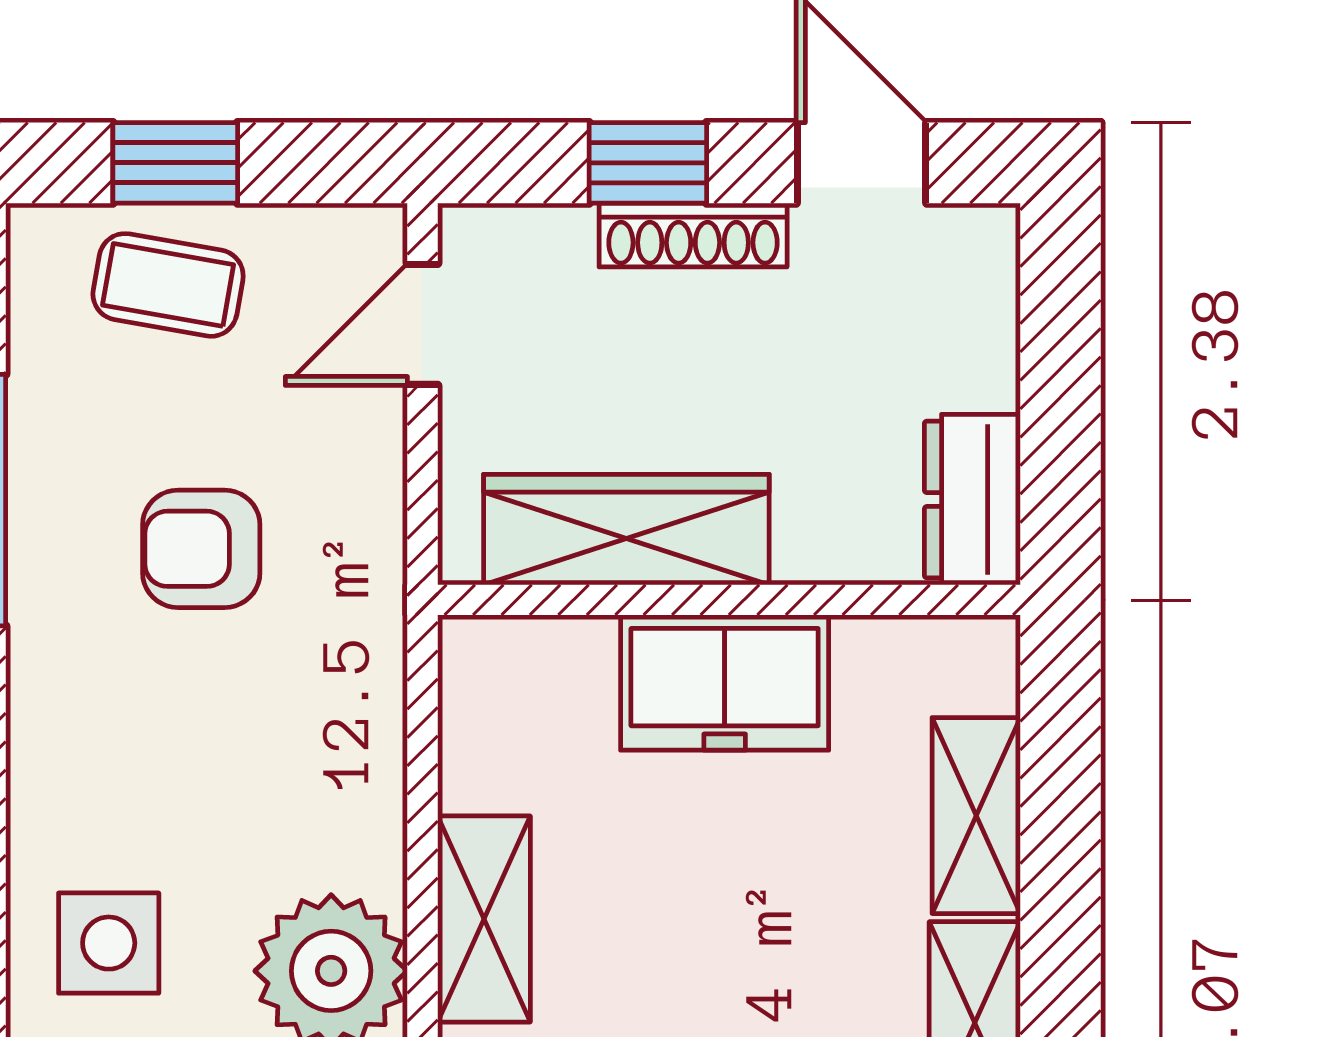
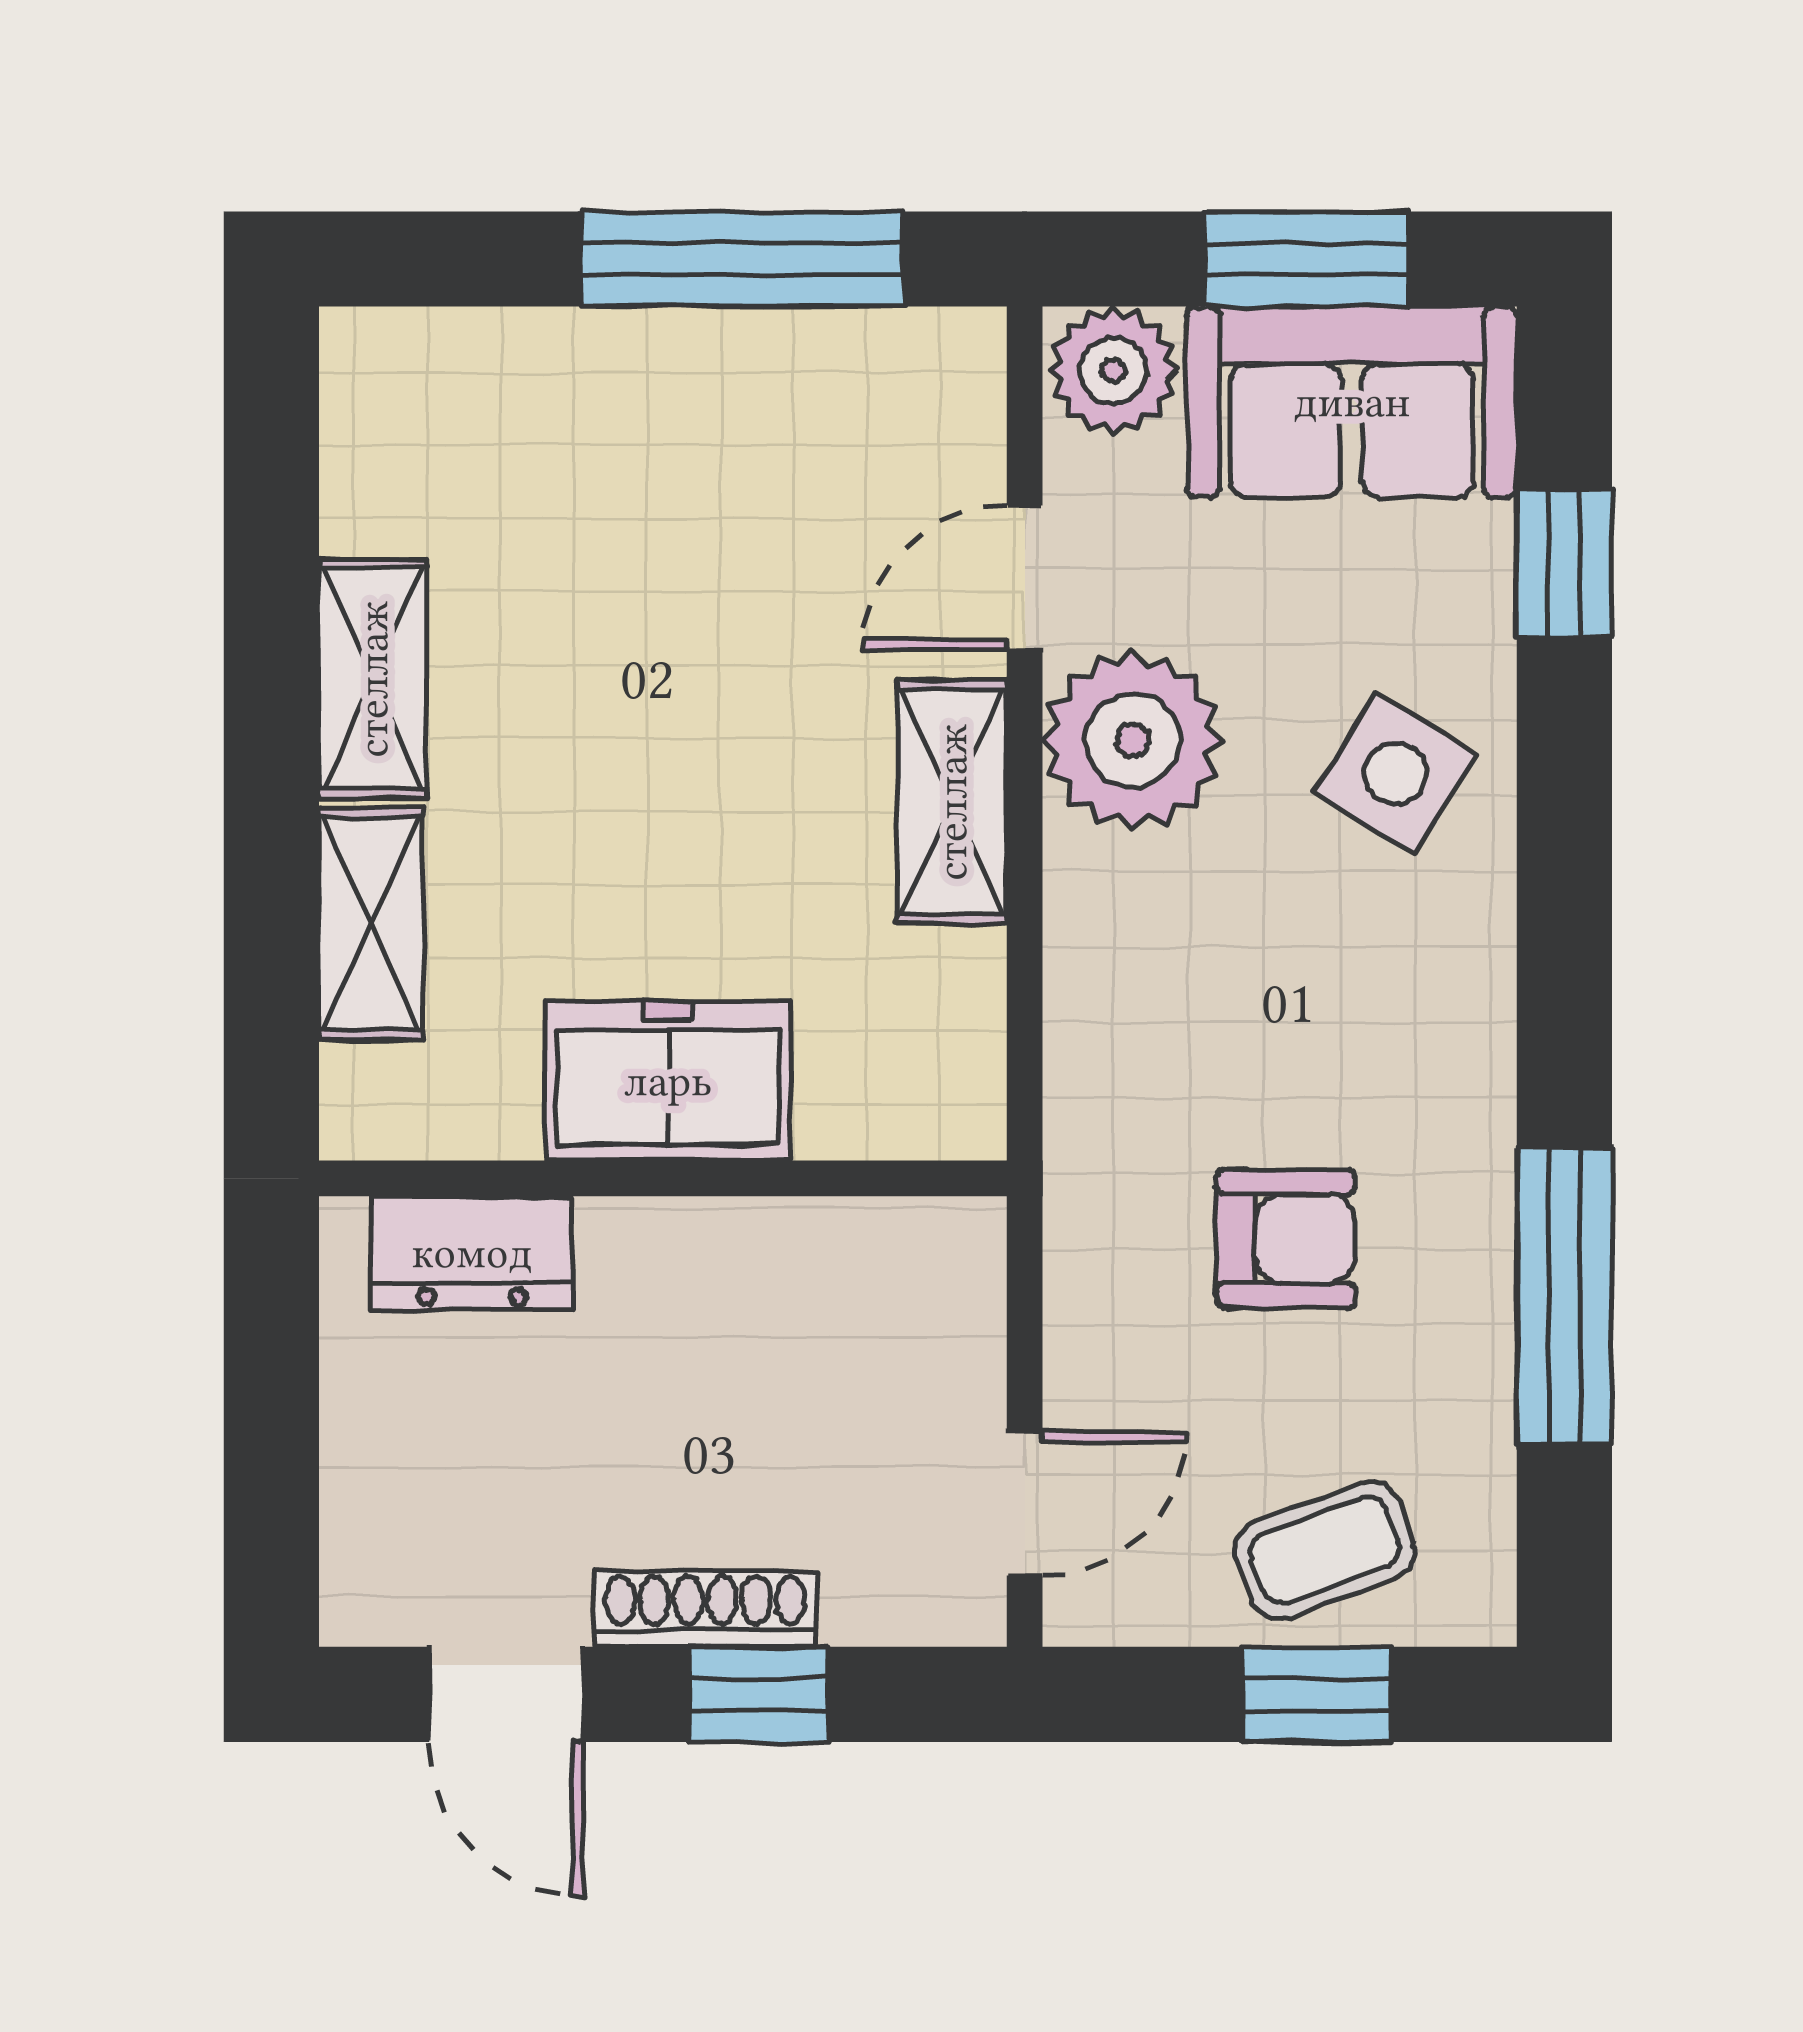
coffee table: (168, 285) -> (1325, 1550), turned -30
dresser: (972, 500) -> (472, 1253), moved, turned 90
wardrobe: (626, 530) -> (784, 1261), removed
side table: (109, 943) -> (1395, 773), turned 32

